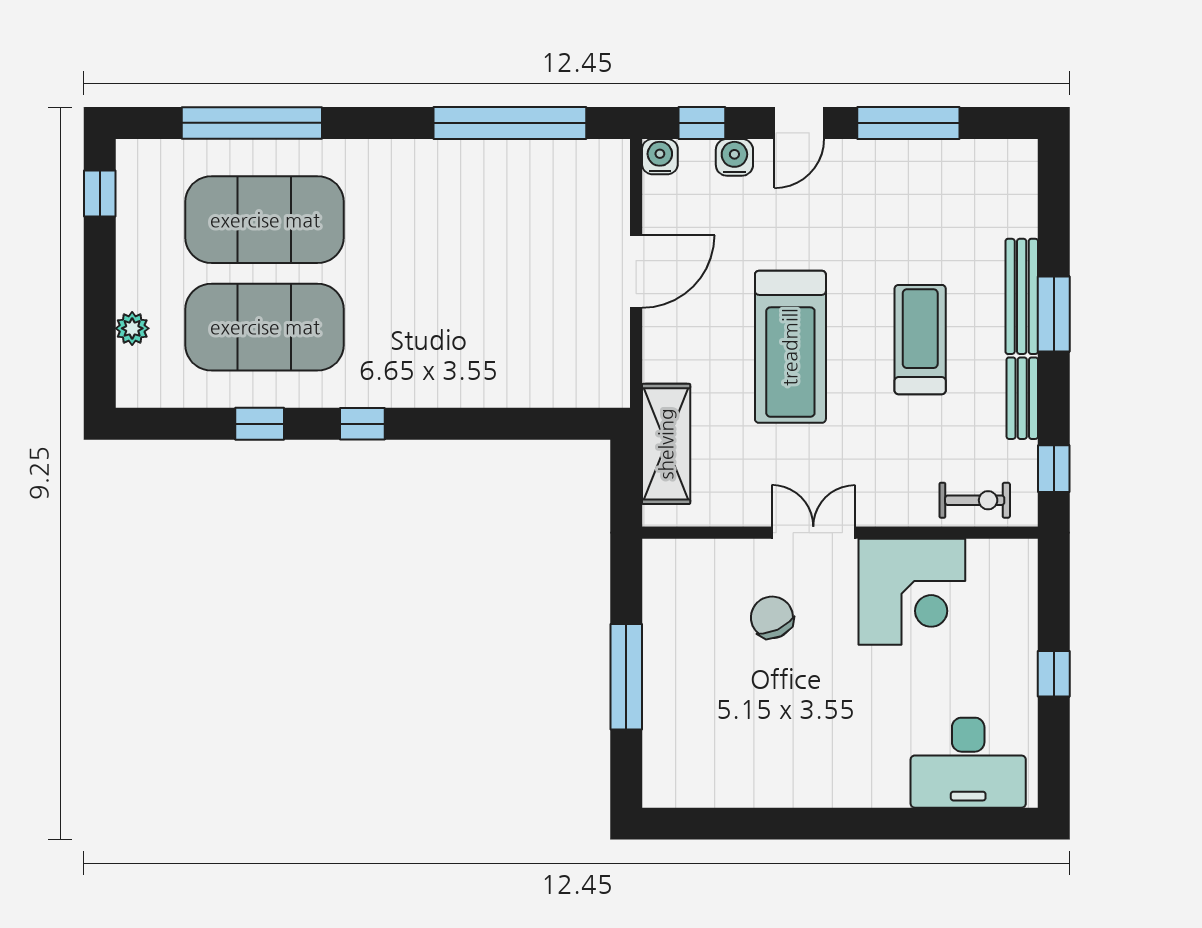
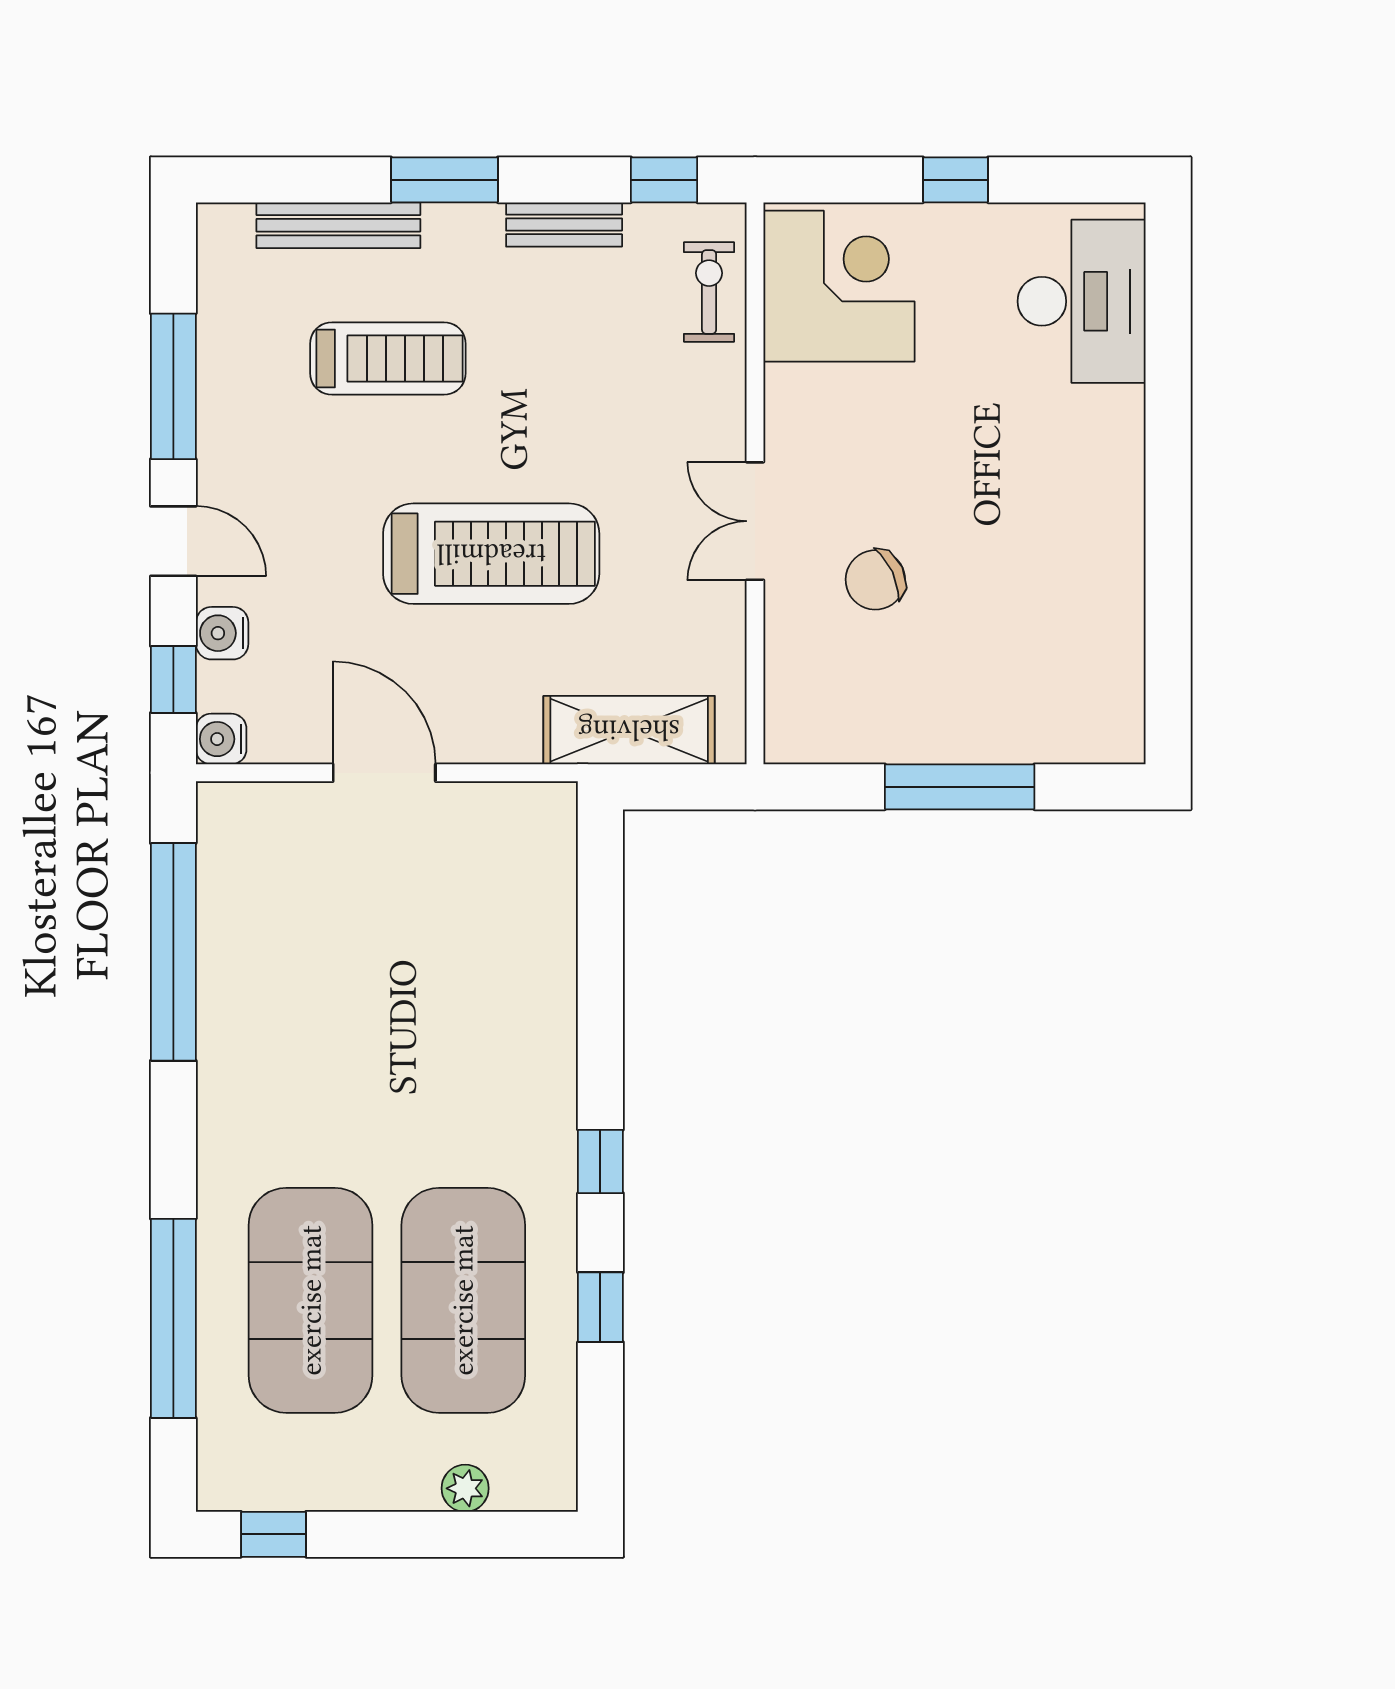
bench: (1022, 296) -> (338, 225), moved
treadmill: (920, 340) -> (388, 359), moved, turned 180
corner desk: (912, 592) -> (839, 286), moved

